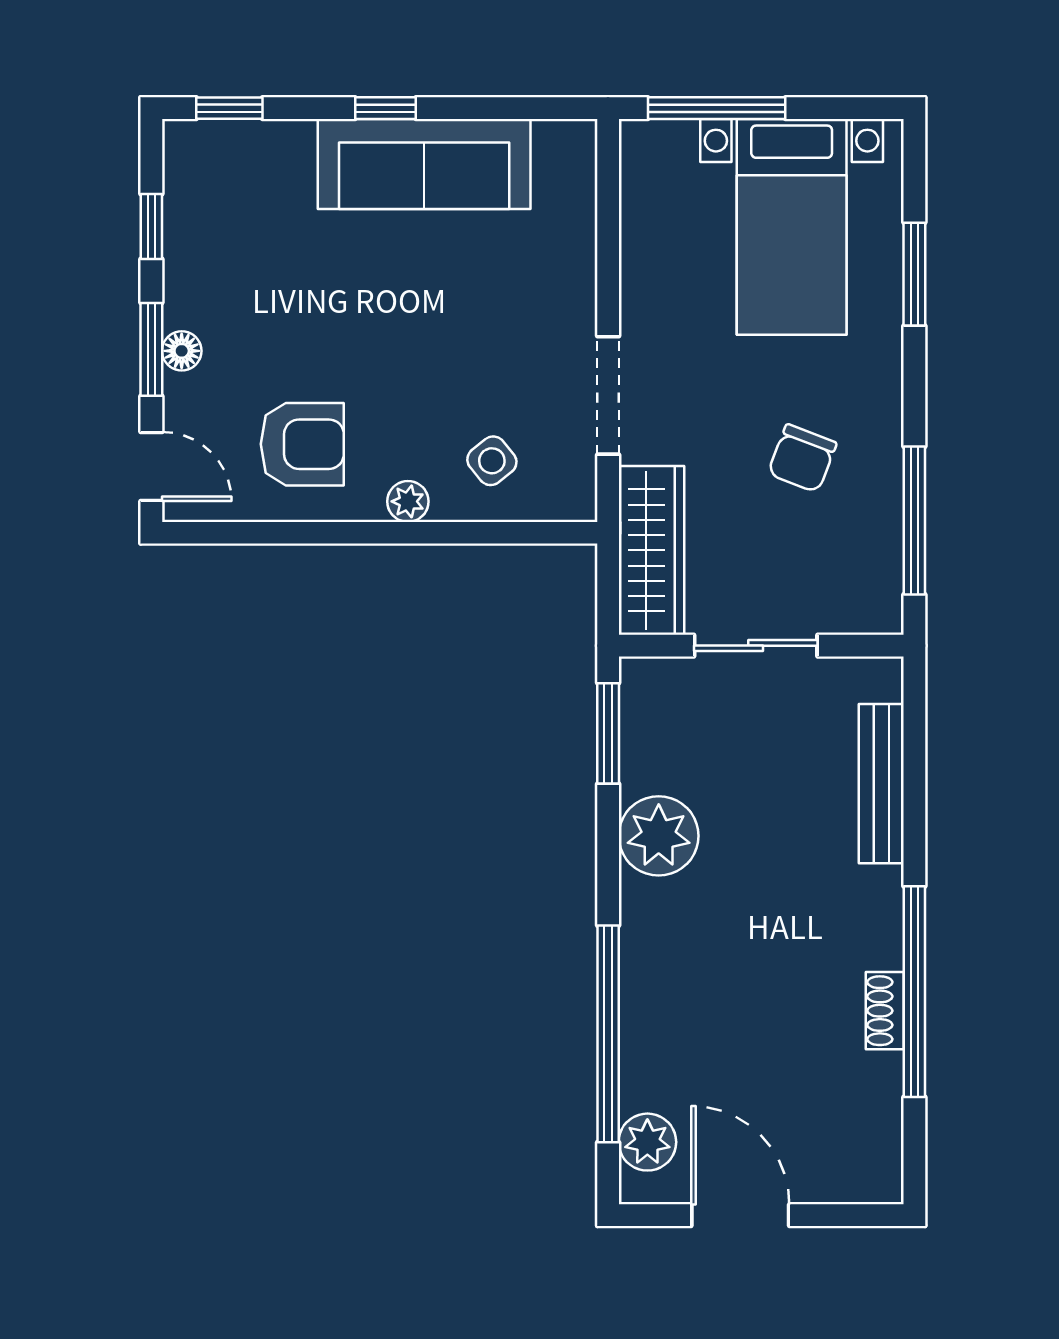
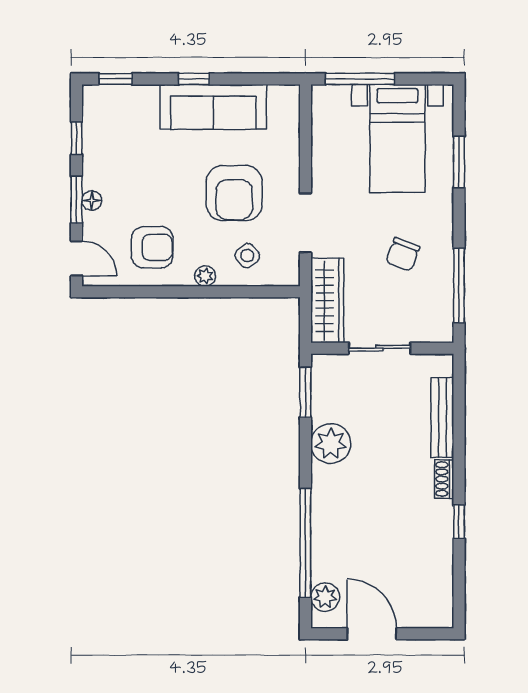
armchair: (466, 336) -> (234, 193), added
window: (914, 992) -> (459, 522), width x0.32
shoe rack: (885, 1011) -> (444, 479), moved

